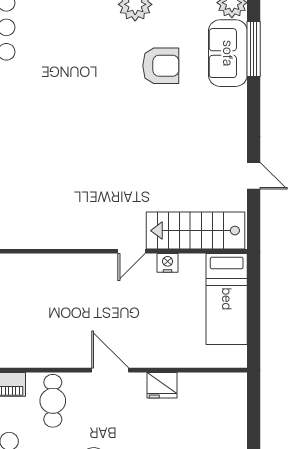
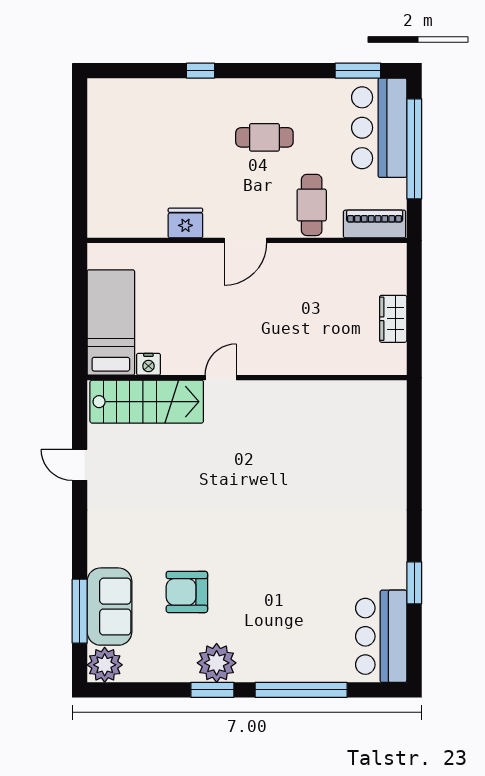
nightstand: (168, 263) -> (148, 364), moved
door: (110, 370) -> (245, 240), hinge flipped

